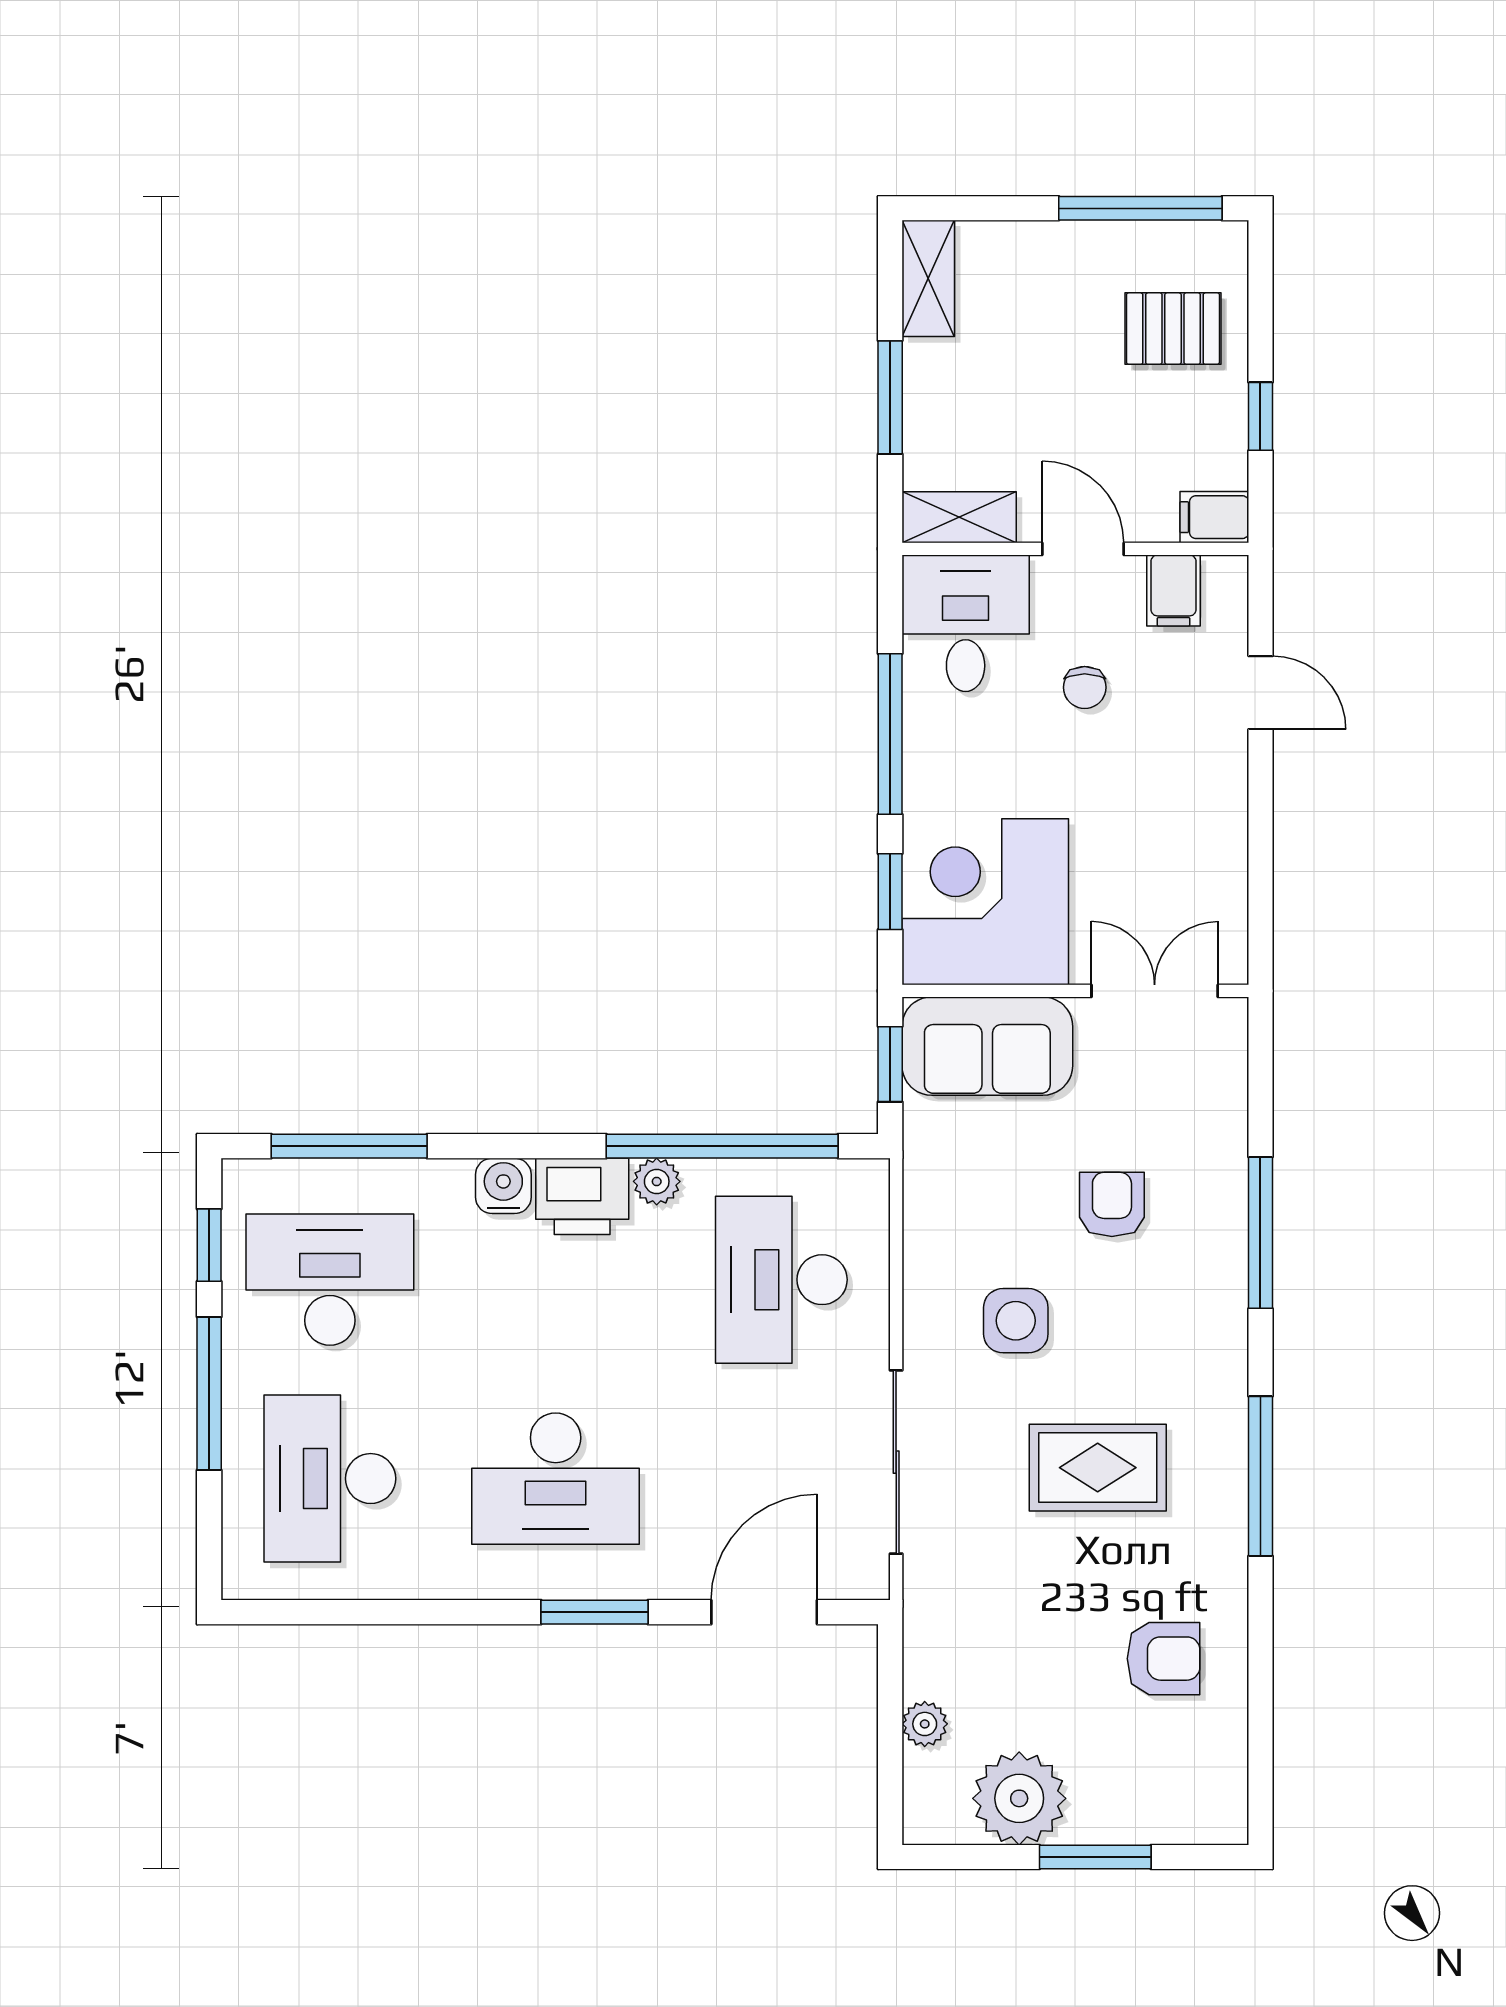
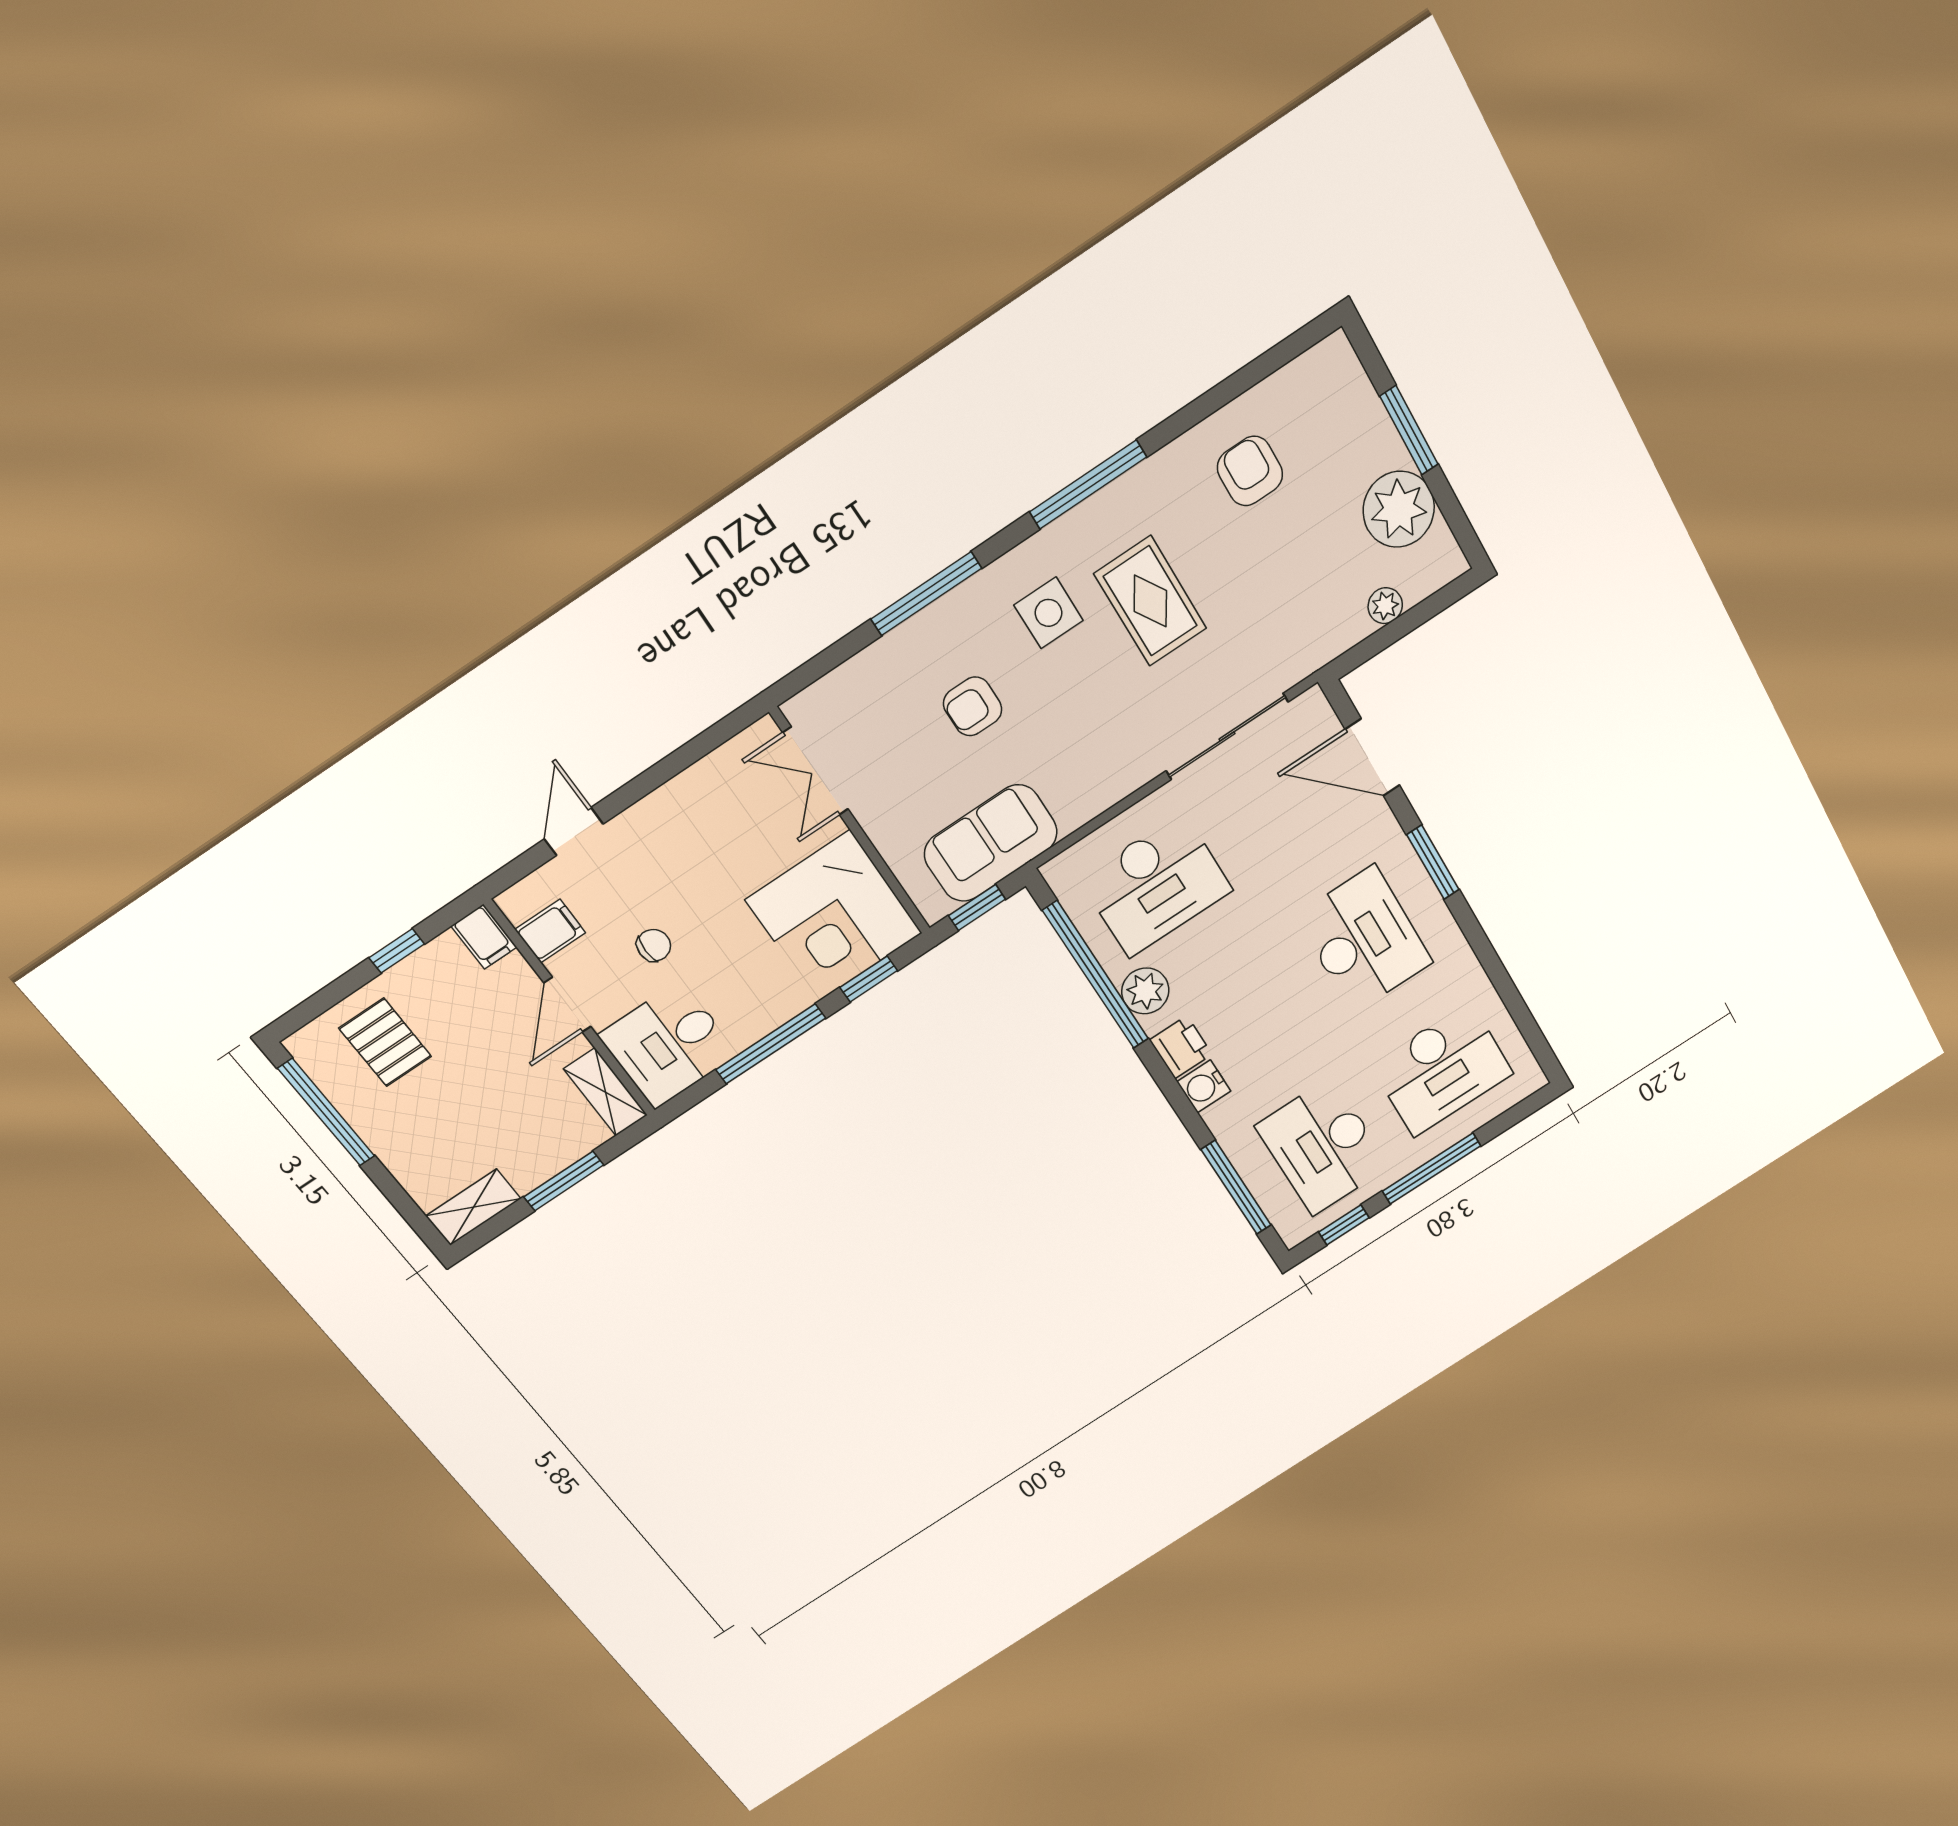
sofa: (987, 1046) -> (991, 843), moved, turned -90
plant: (657, 1181) -> (1145, 991), width x1.38, depth x1.38
printer: (582, 1196) -> (1181, 1047), width x0.73, depth x0.81
side table: (1016, 1321) -> (1048, 613), moved

